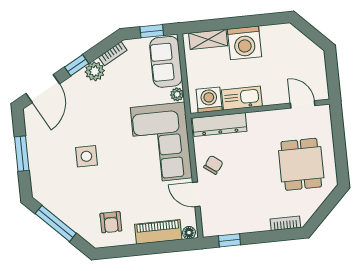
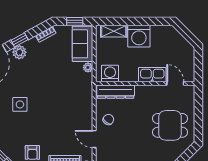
plant: (95, 71) -> (19, 52), moved
kitchen sink: (242, 98) -> (152, 75), moved
corner sofa: (161, 143) -> (73, 100), removed
dining table: (301, 164) -> (170, 125), turned 90

